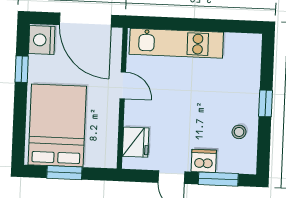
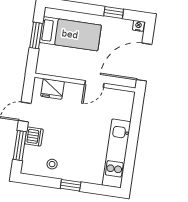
nightstand: (42, 40) -> (138, 26), width x0.53, depth x0.56
kitchen unit: (176, 43) -> (117, 153), moved
bed: (57, 125) -> (70, 34), width x0.67

